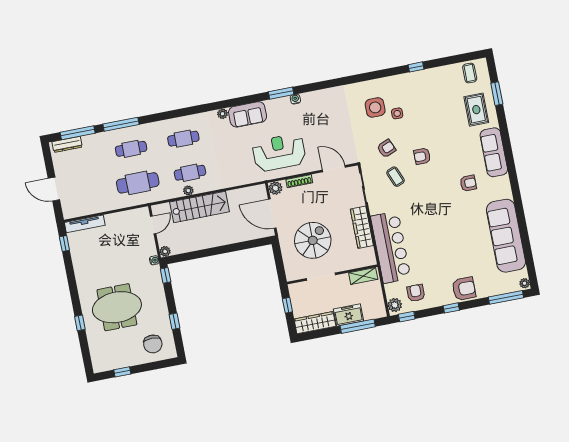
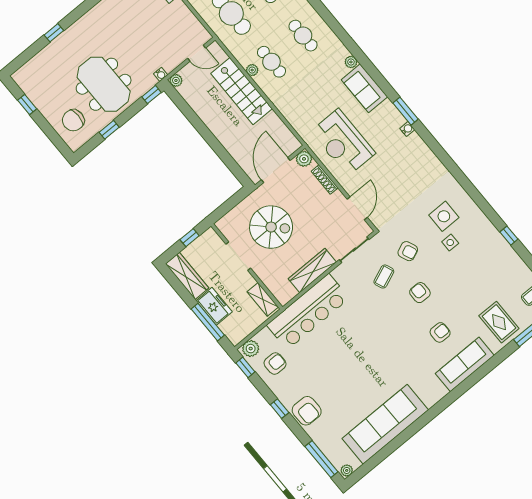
rug: (476, 110) -> (499, 322), turned 90
reception desk: (279, 152) -> (343, 142), turned 180
armchair: (468, 183) -> (440, 332), moved, turned -90
meeting table: (117, 307) -> (104, 84), moved

